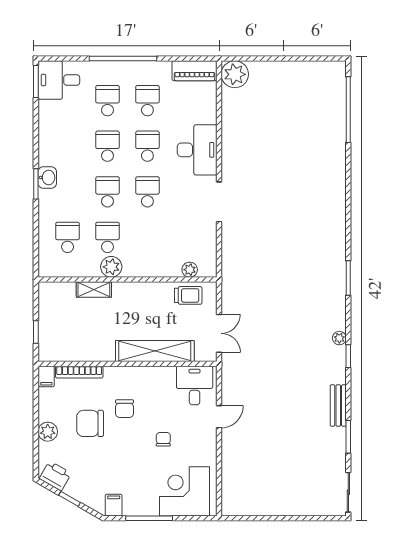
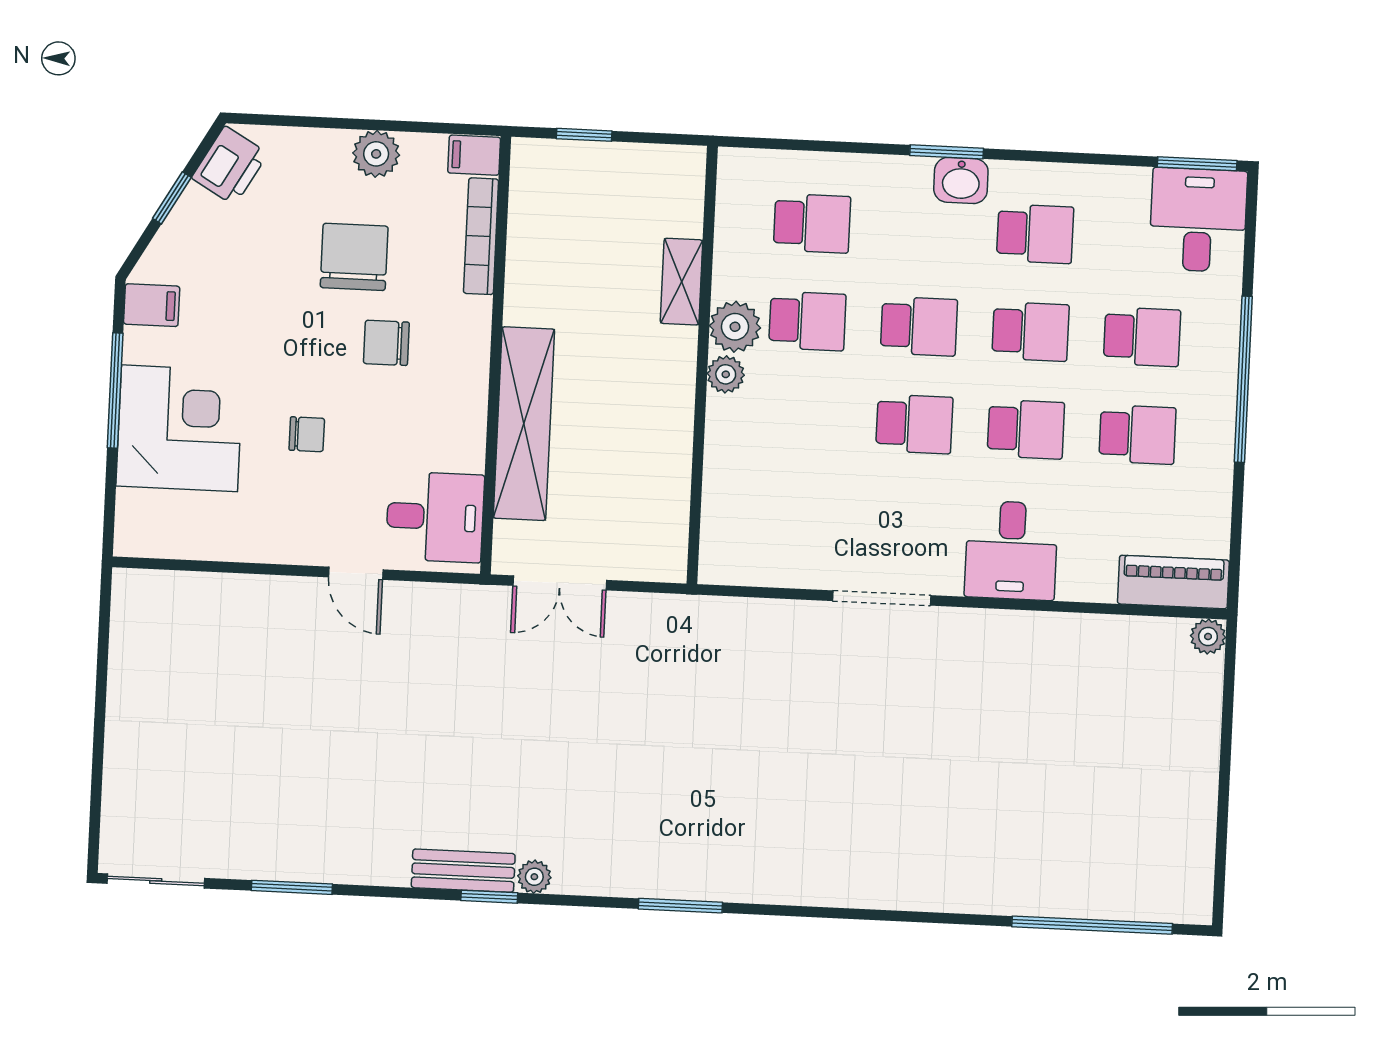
piano: (194, 71) -> (1173, 582), moved, turned 90
plant: (235, 74) -> (1208, 636), width x0.53, depth x0.53
school desk: (68, 146) -> (1035, 234), added
desk: (197, 150) -> (1011, 550), width x0.73
plant: (190, 270) -> (726, 374), moved
trolley: (188, 295) -> (656, 512), removed
bench: (338, 405) -> (463, 871), moved
plant: (48, 432) -> (376, 154), moved
corner desk: (184, 491) -> (180, 428), moved

